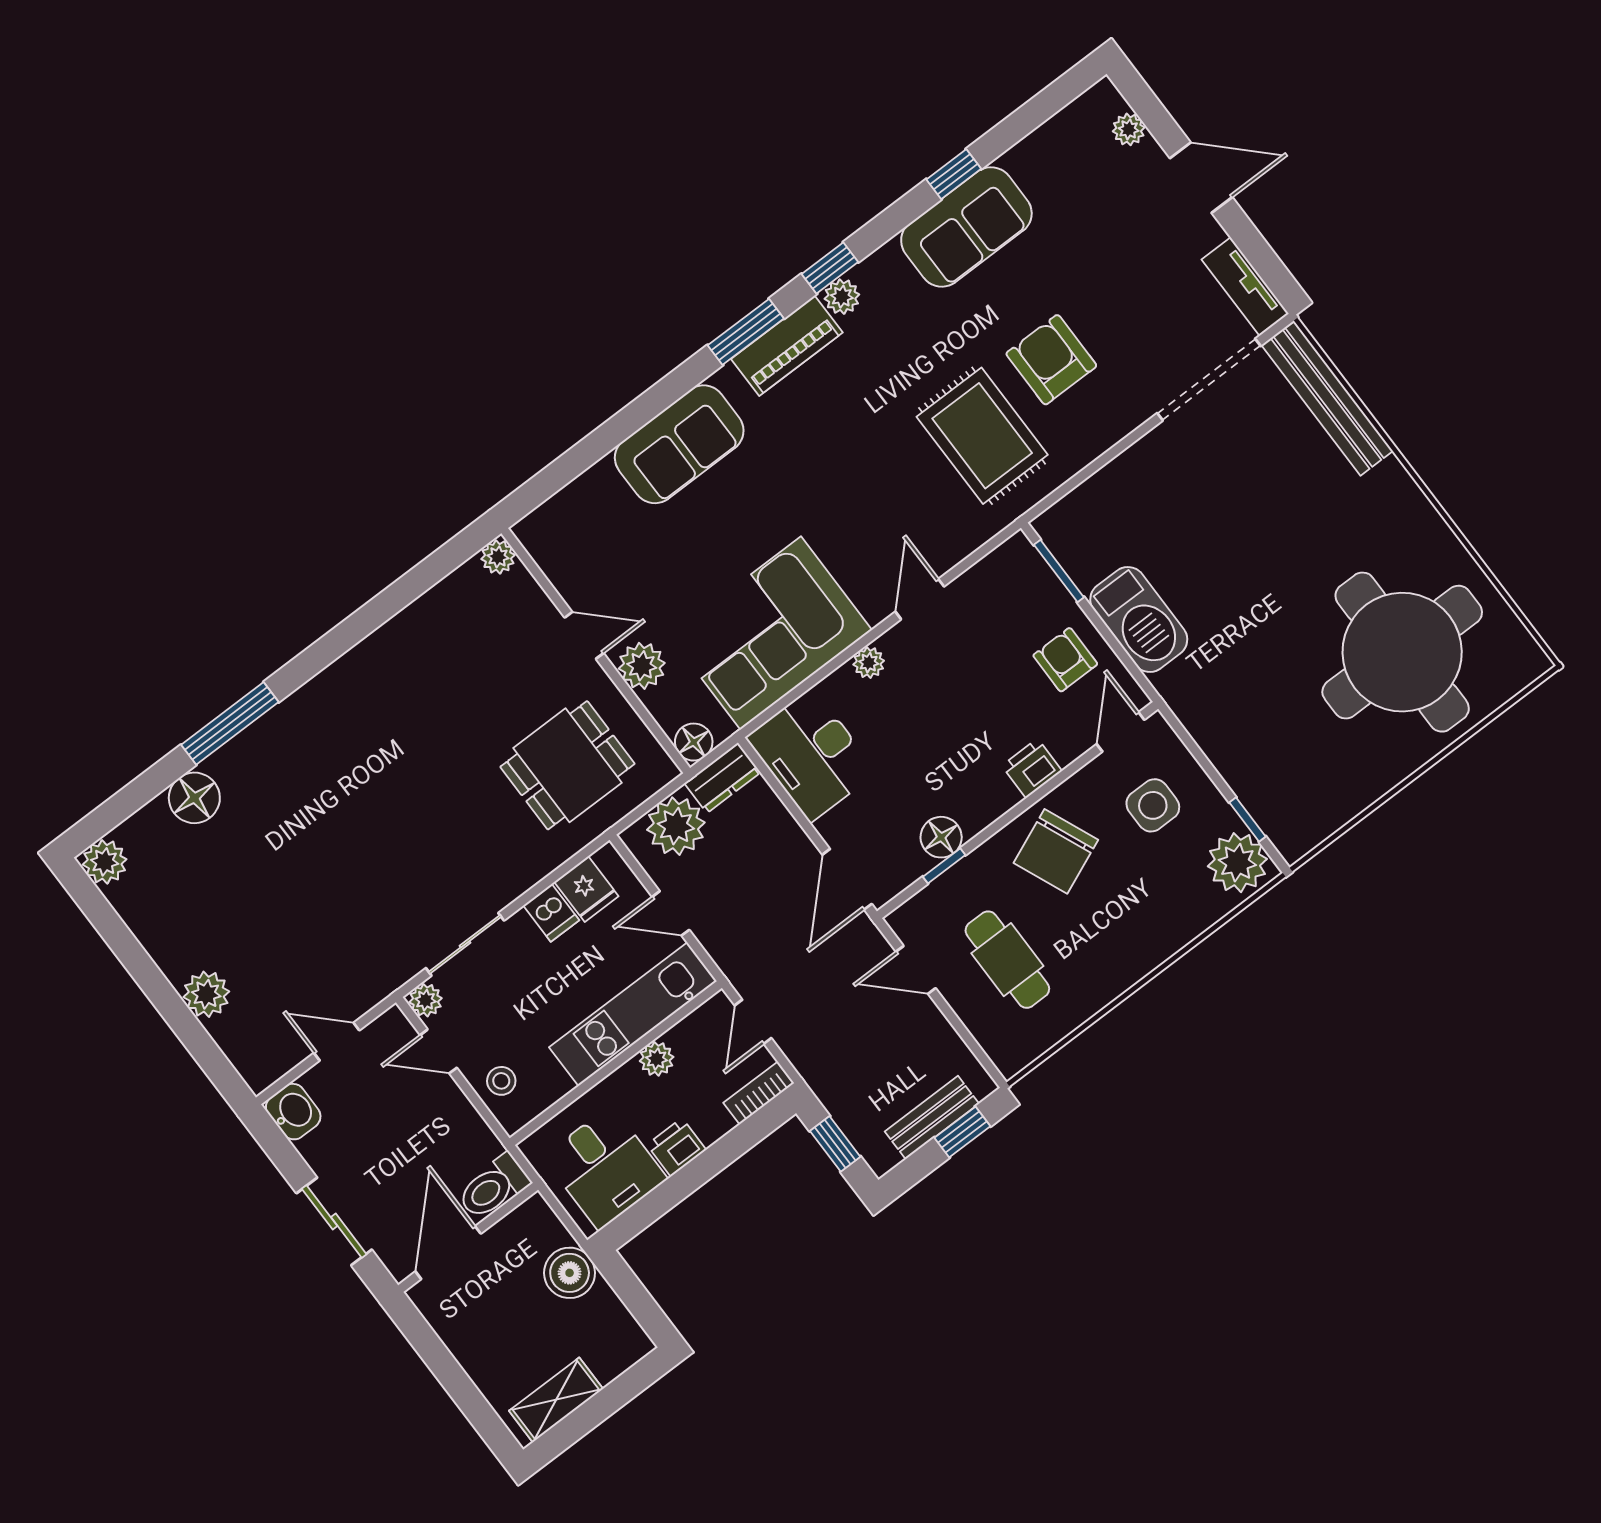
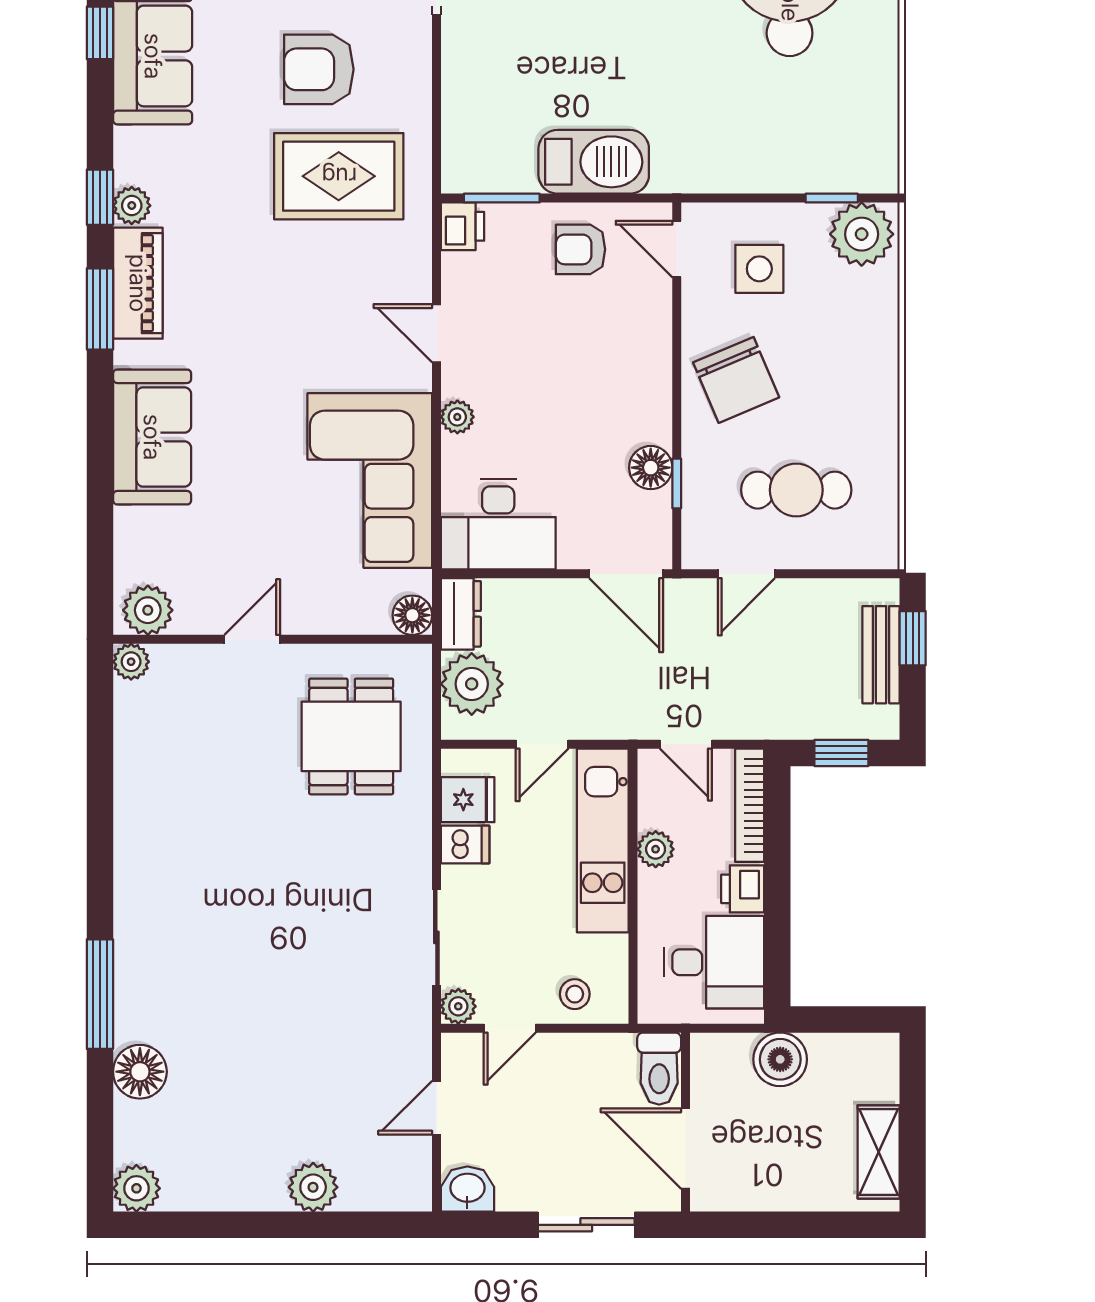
plant: (642, 666) -> (148, 610), moved
printer: (1032, 768) -> (462, 226), moved, turned 180
bookcase: (759, 1093) -> (750, 805), width x1.56

